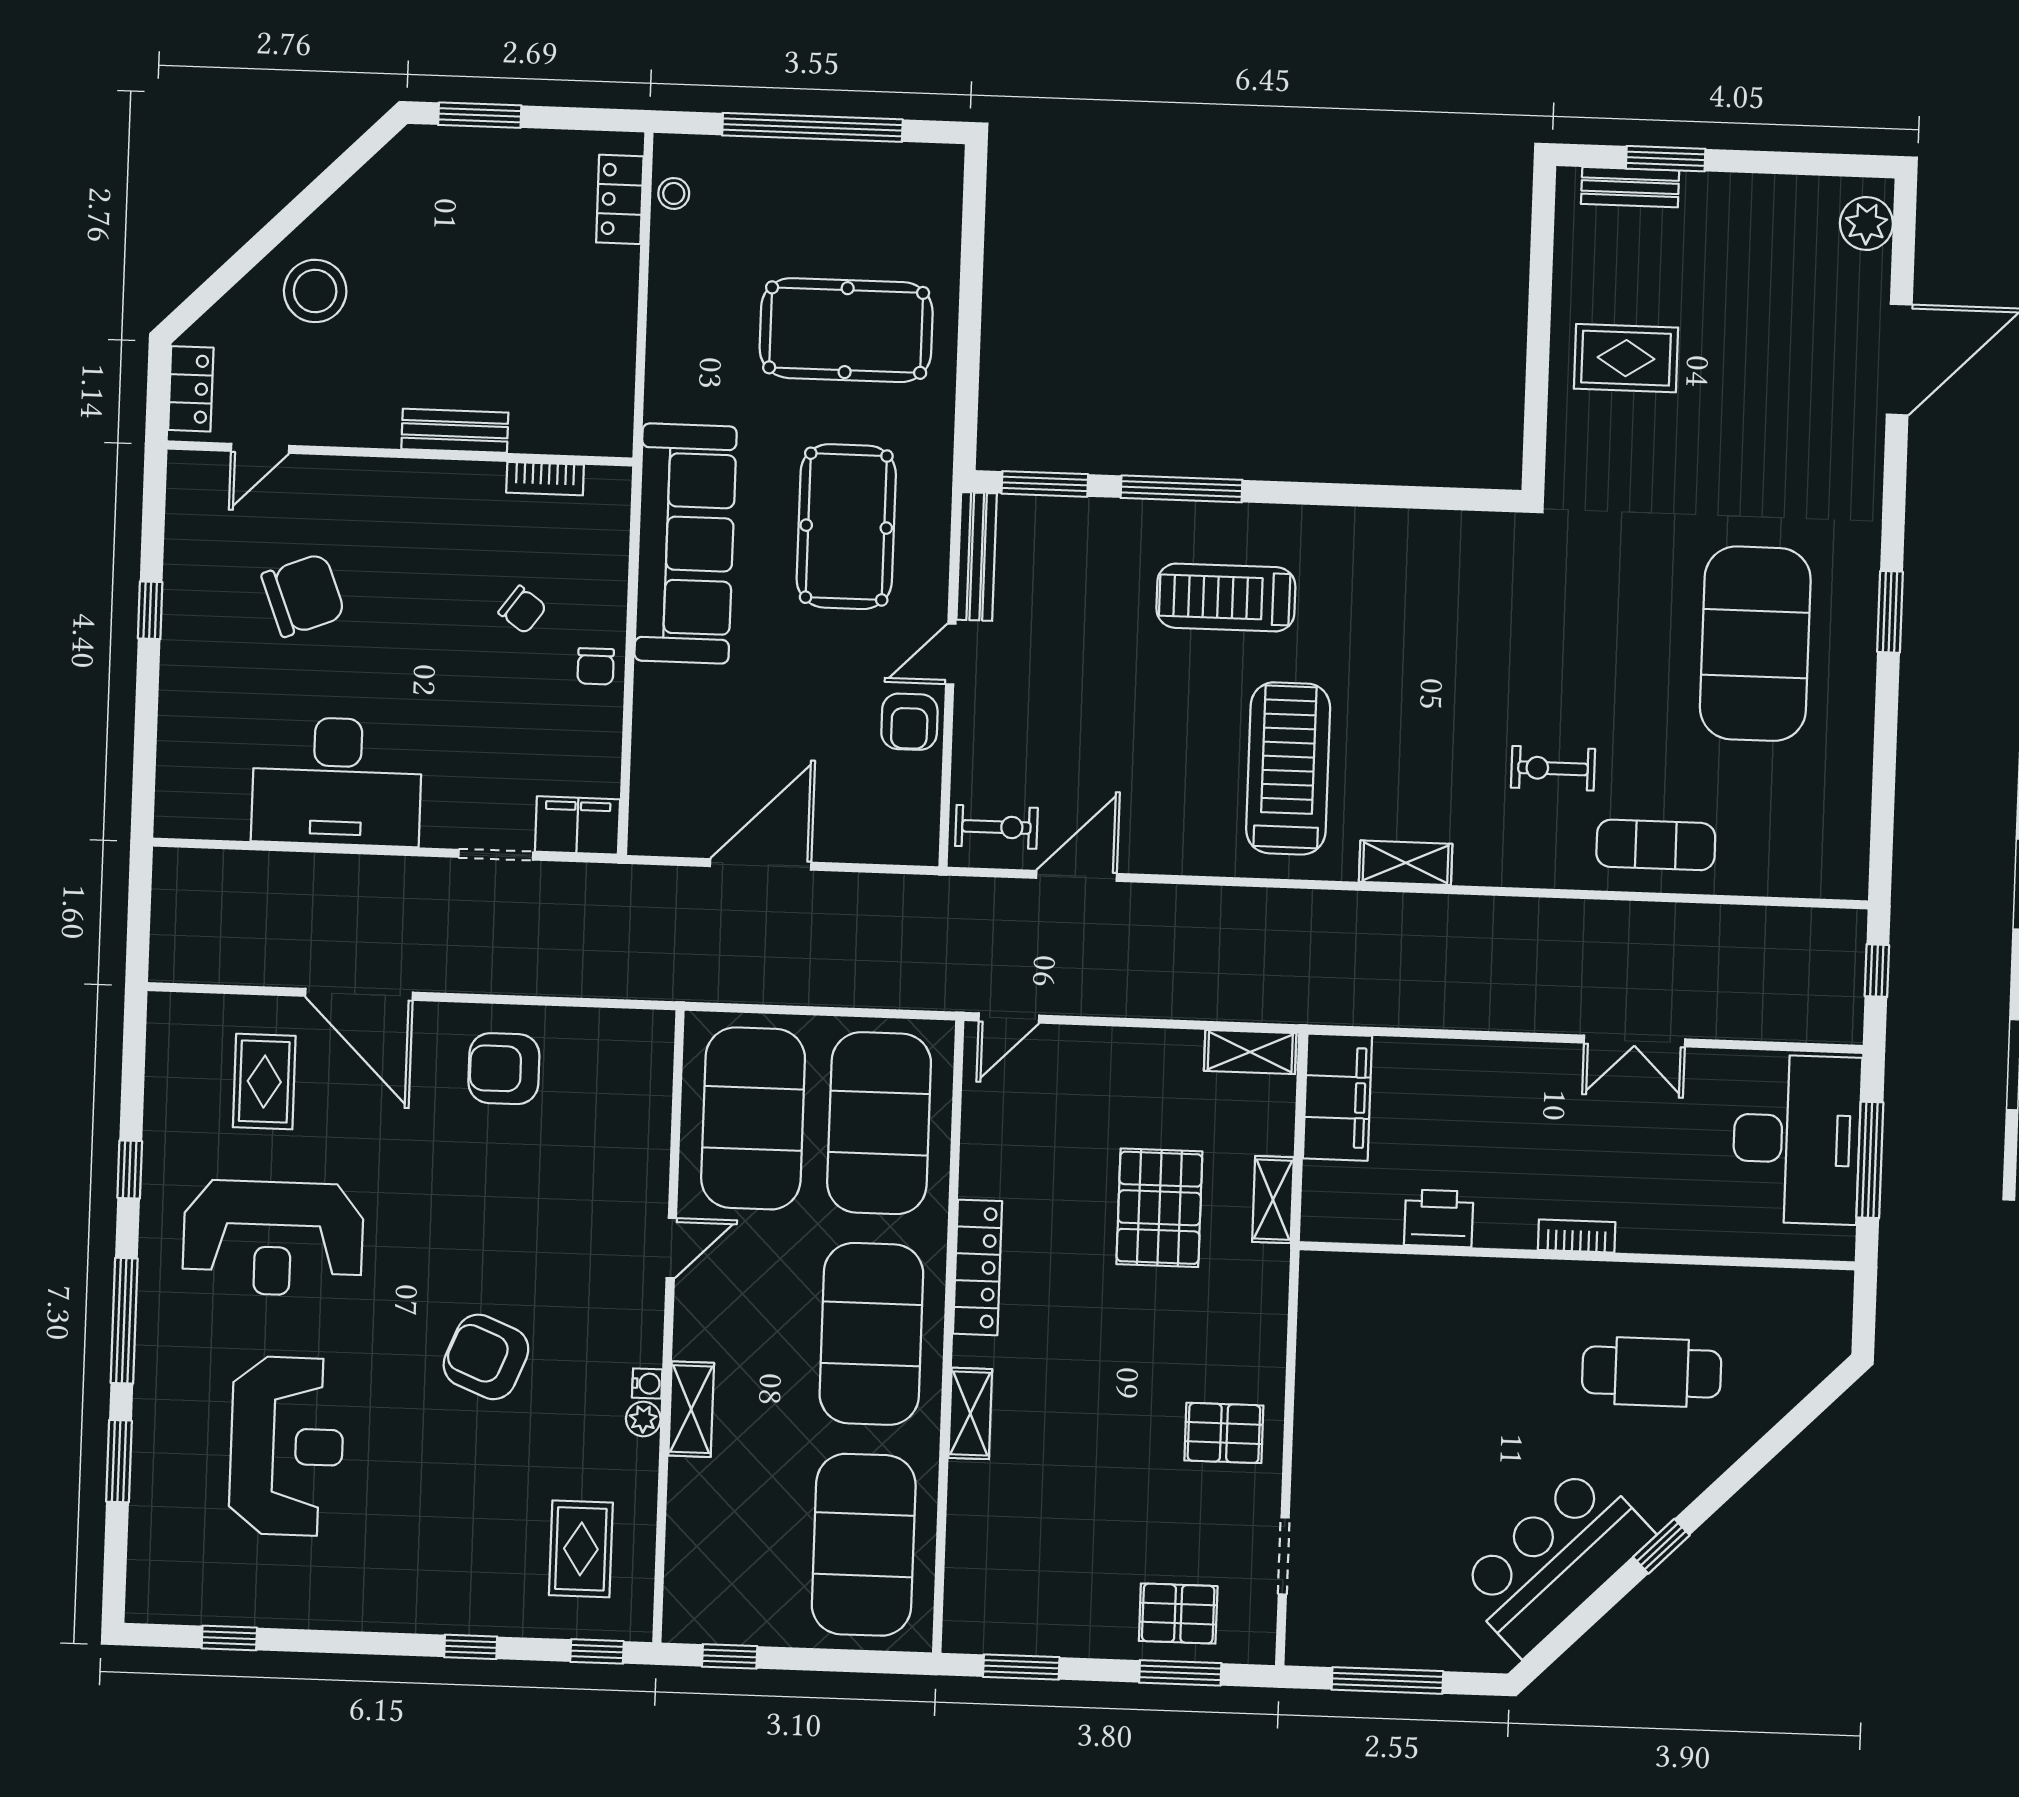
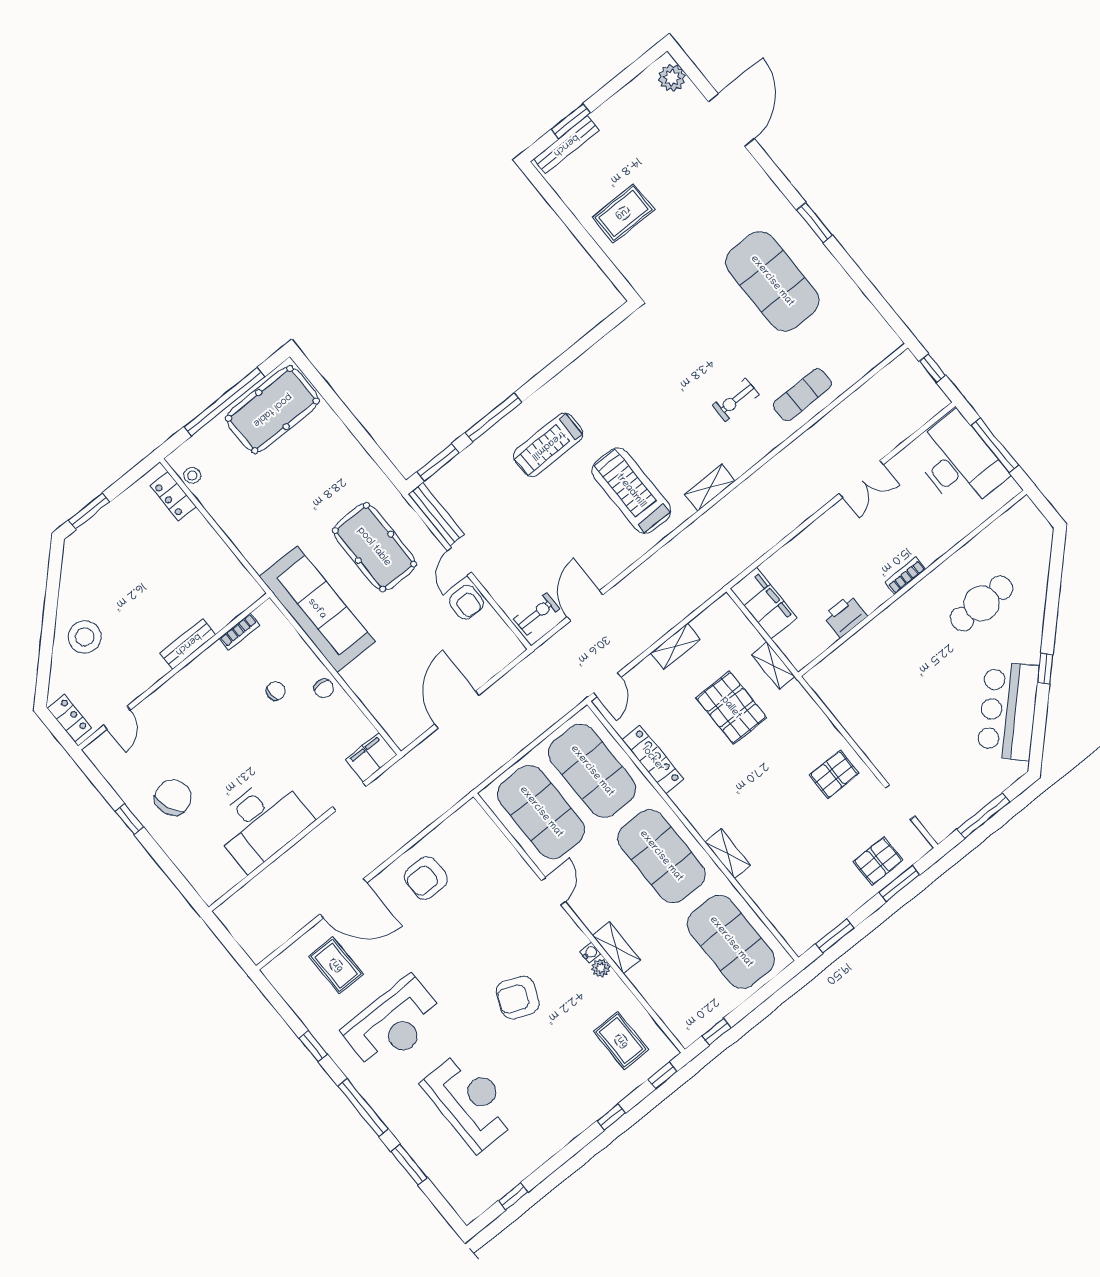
bench: (1630, 187) -> (566, 145), width x1.36
pool table: (846, 330) -> (272, 410), moved
chair: (303, 595) -> (173, 797), moved
chair: (522, 610) -> (276, 691), turned -36
shelving: (1250, 1052) -> (675, 646), moved
locker: (978, 1267) -> (653, 759), moved

